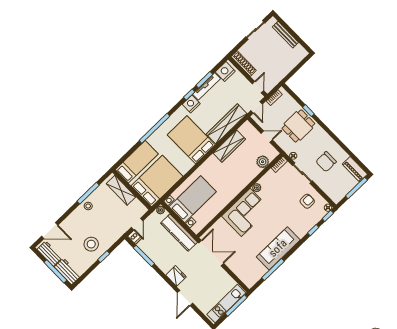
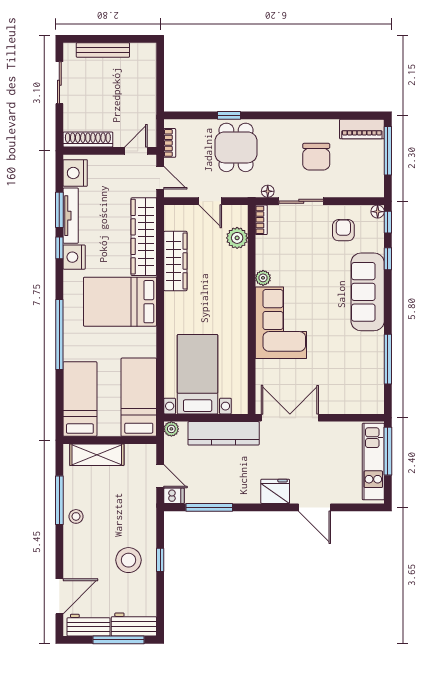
door: (258, 87) -> (136, 151), hinge flipped
door: (267, 137) -> (210, 201), swing flipped
bed: (157, 181) -> (139, 397), width x0.67
sofa: (278, 248) -> (368, 292), moved

